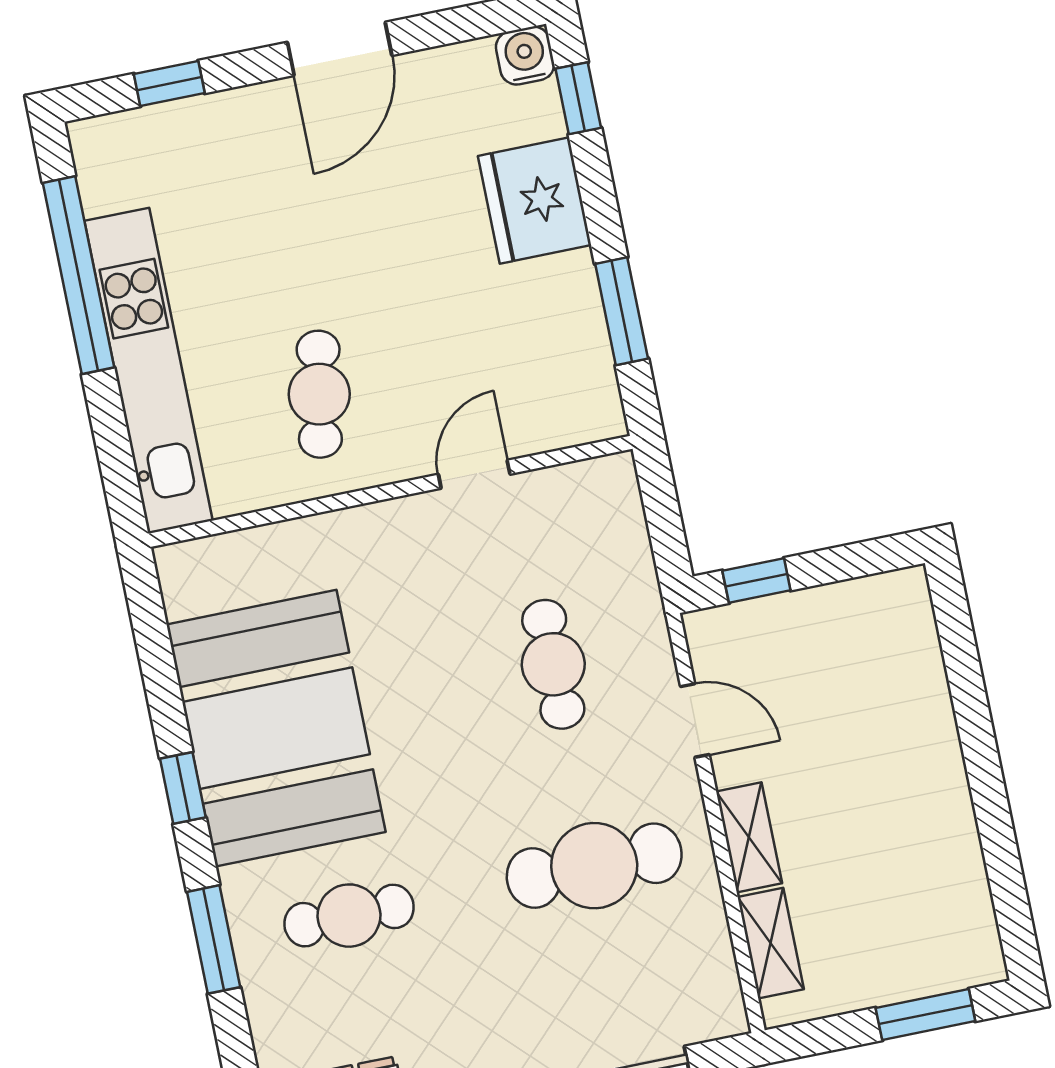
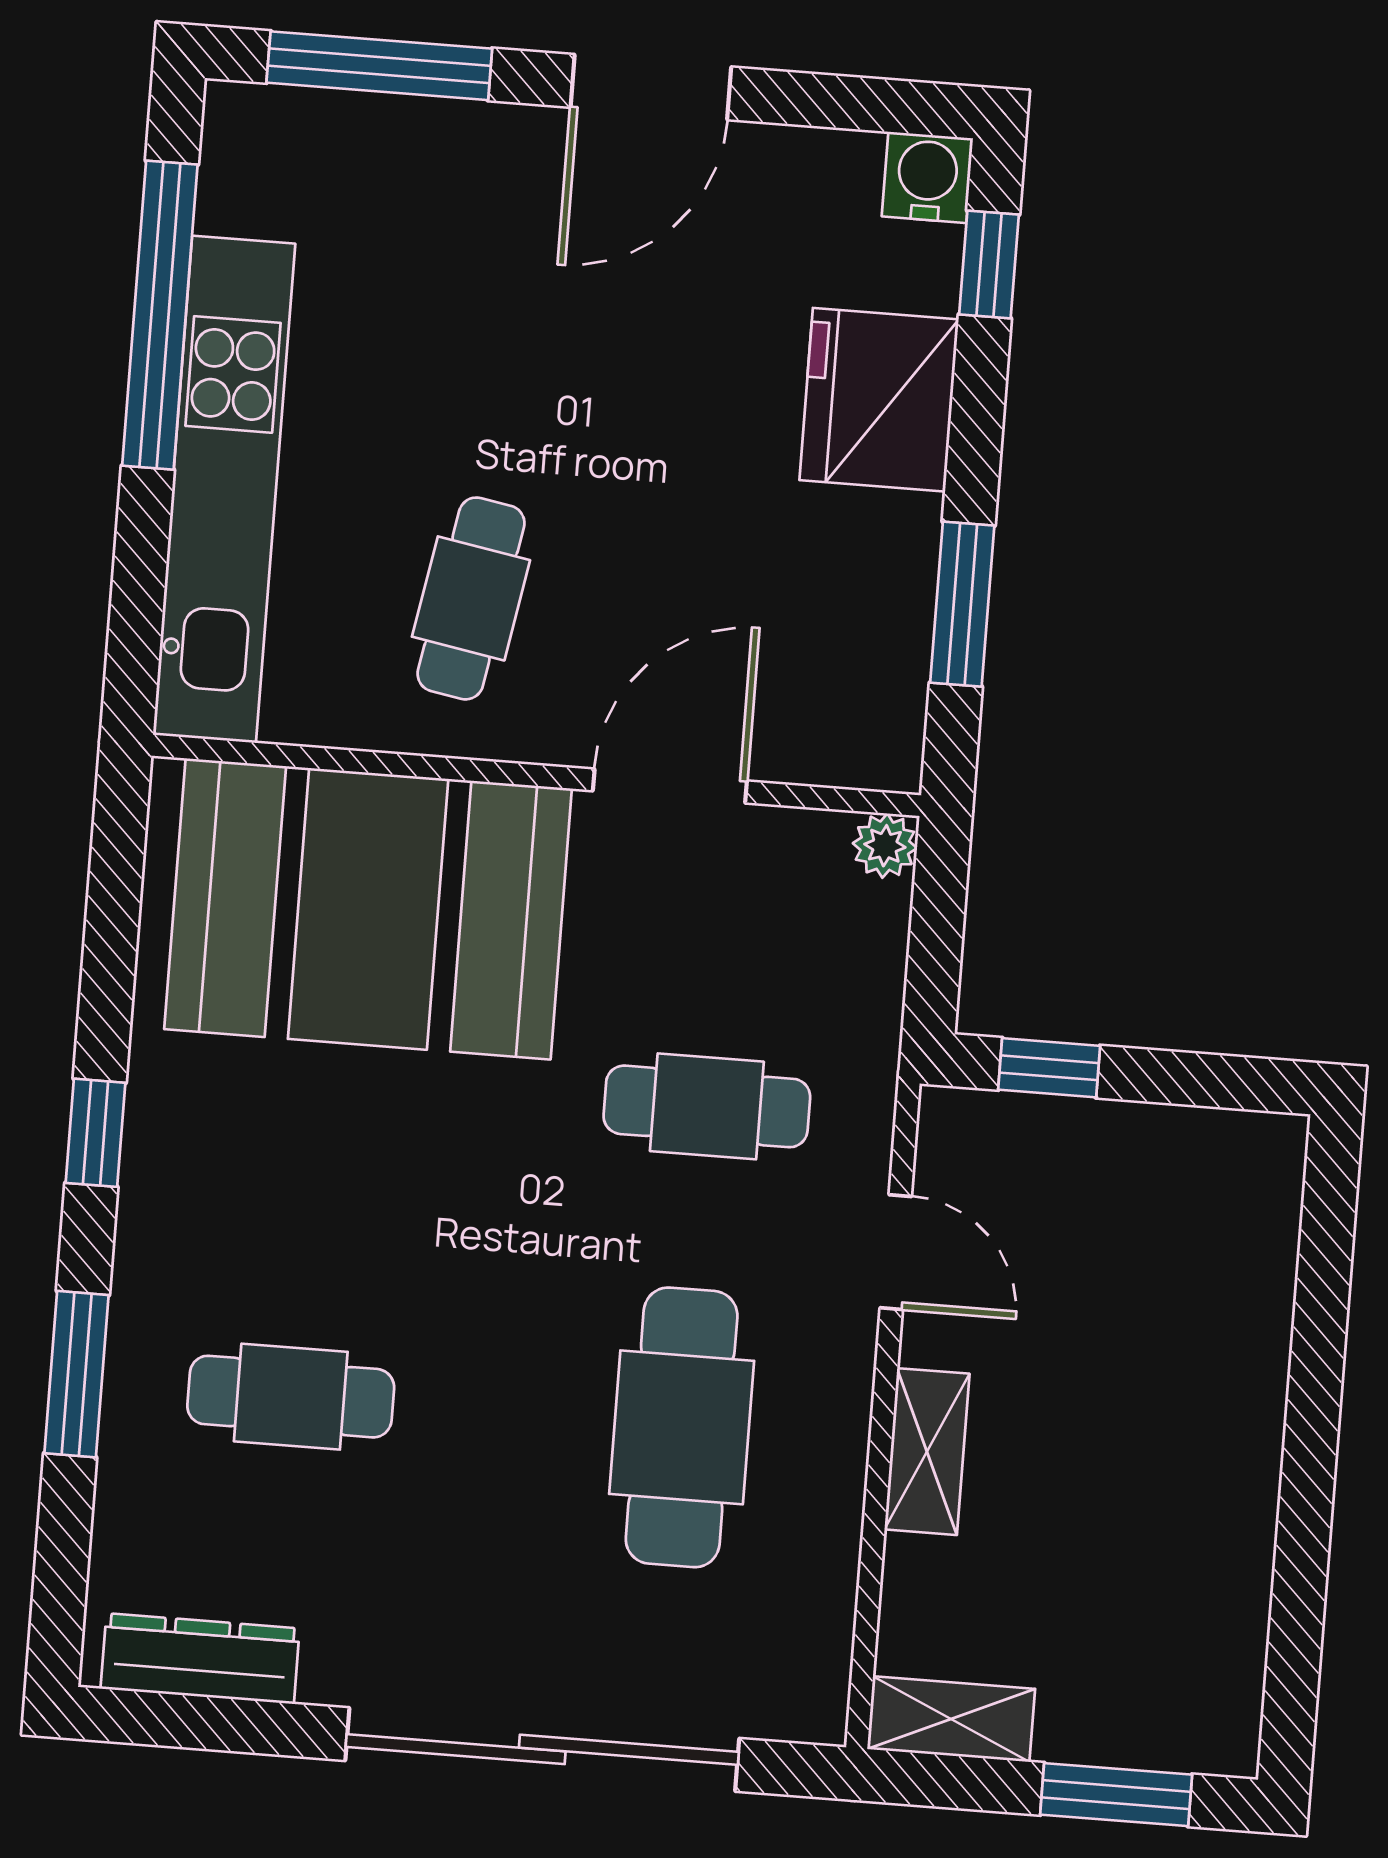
window: (169, 84) -> (379, 66), width x2.17
plant: (617, 473) -> (885, 846), added
door: (474, 474) -> (670, 786), width x1.38
cafe table: (553, 664) -> (707, 1106), turned 90
booth: (276, 728) -> (368, 909), moved, turned 90
cafe table: (594, 866) -> (682, 1427), turned 90
shelving: (771, 943) -> (951, 1719), moved, turned 90

